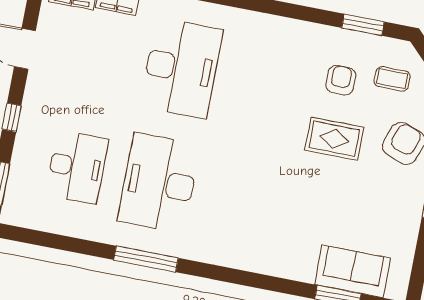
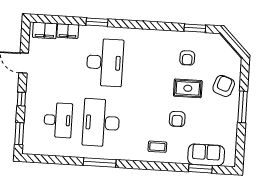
coffee table: (392, 79) -> (157, 147), moved
armchair: (341, 80) -> (187, 58), turned 180
armchair: (306, 195) -> (177, 119), added

